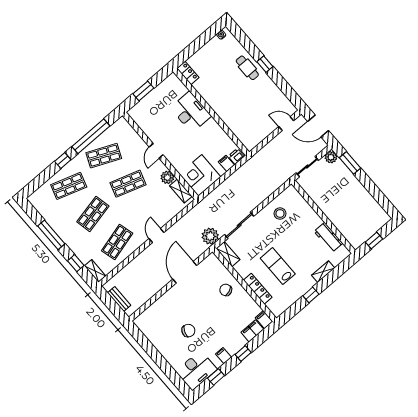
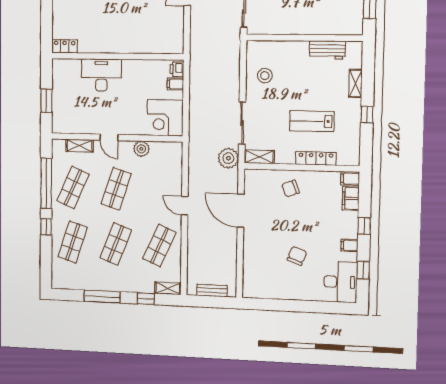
shelving: (181, 191) -> (80, 146), moved
shop shelf: (93, 214) -> (116, 244), turned 33
shop shelf: (117, 242) -> (159, 246), turned 39

